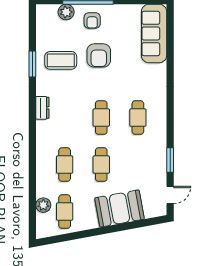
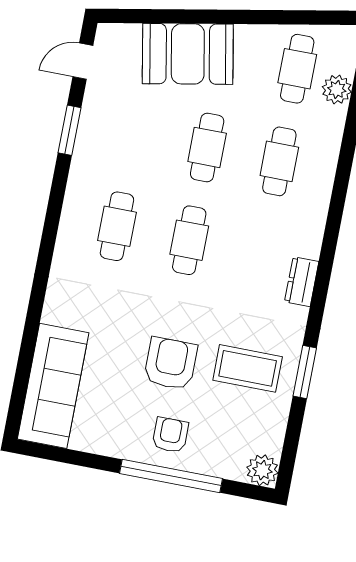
plant: (66, 12) -> (262, 470), moved

